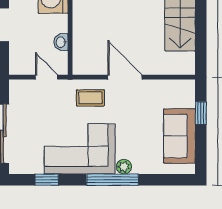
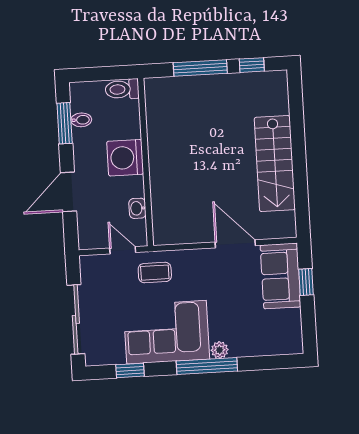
door: (125, 77) -> (235, 244), moved
coffee table: (90, 98) -> (155, 273), moved
sofa: (179, 136) -> (281, 276), moved

